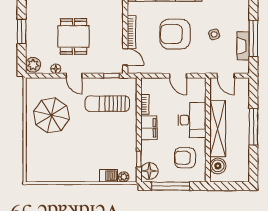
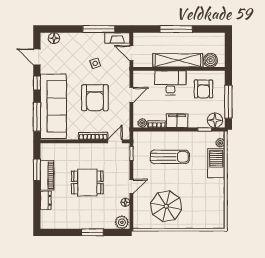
dining table: (73, 36) -> (87, 182), moved
fireplace: (243, 46) -> (117, 38), moved
door: (226, 76) -> (131, 53), swing flipped
plant: (146, 88) -> (142, 123), added
sun lounger: (107, 104) -> (170, 157), moved, turned -90
barbecue: (108, 176) -> (216, 163), width x1.88, depth x1.53

